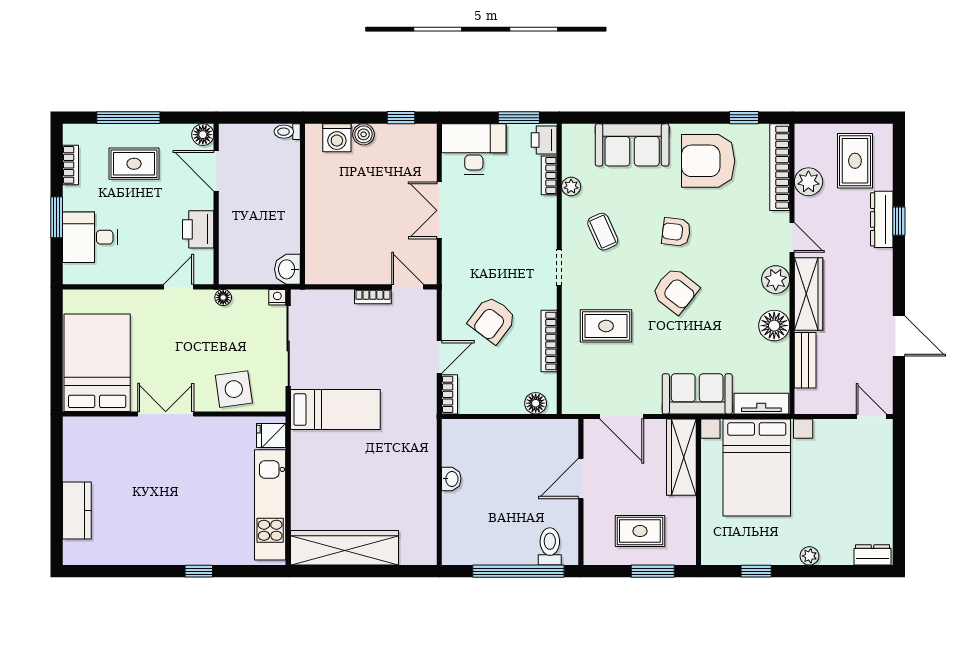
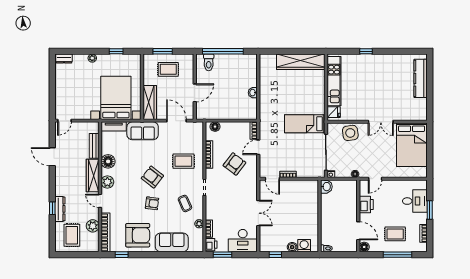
door: (871, 416) -> (65, 121), hinge flipped
kitchen counter: (77, 511) -> (421, 78), width x1.50

